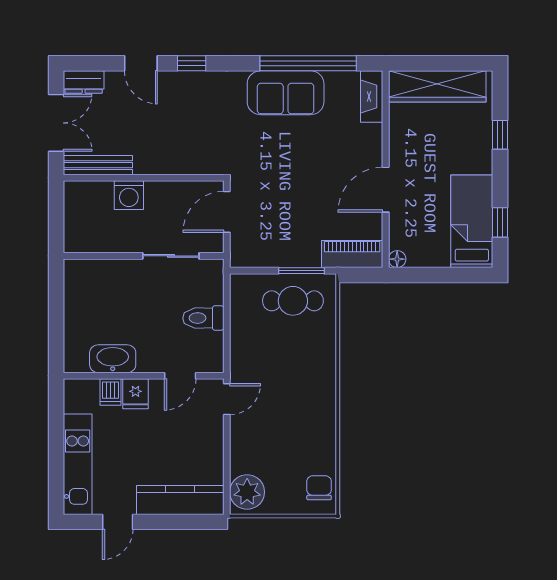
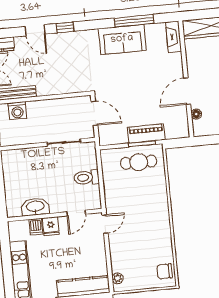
window: (308, 63) -> (134, 21), width x0.68
washing machine: (129, 195) -> (17, 111), moved
door: (227, 212) -> (94, 113), swing flipped
piano: (352, 254) -> (146, 133), moved
floor lamp: (397, 259) -> (196, 114), moved
chair: (319, 488) -> (165, 271), turned -90
plant: (247, 492) -> (118, 278), width x0.53, depth x0.53

